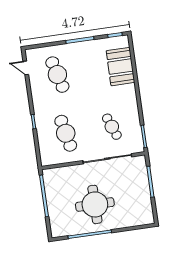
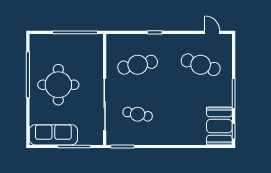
booth: (120, 67) -> (219, 126), moved, turned 90
door: (26, 68) -> (212, 32), hinge flipped
cafe table: (57, 75) -> (201, 65), turned 33
cafe table: (112, 127) -> (138, 114), turned 33
sofa: (142, 202) -> (53, 135), added

